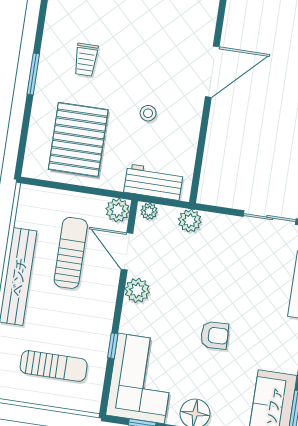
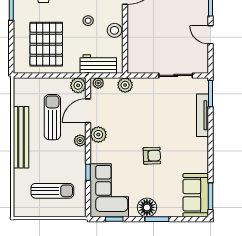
stool: (186, 134) -> (114, 30), added
door: (127, 251) -> (88, 111), hinge flipped
plant: (108, 295) -> (80, 141), added

